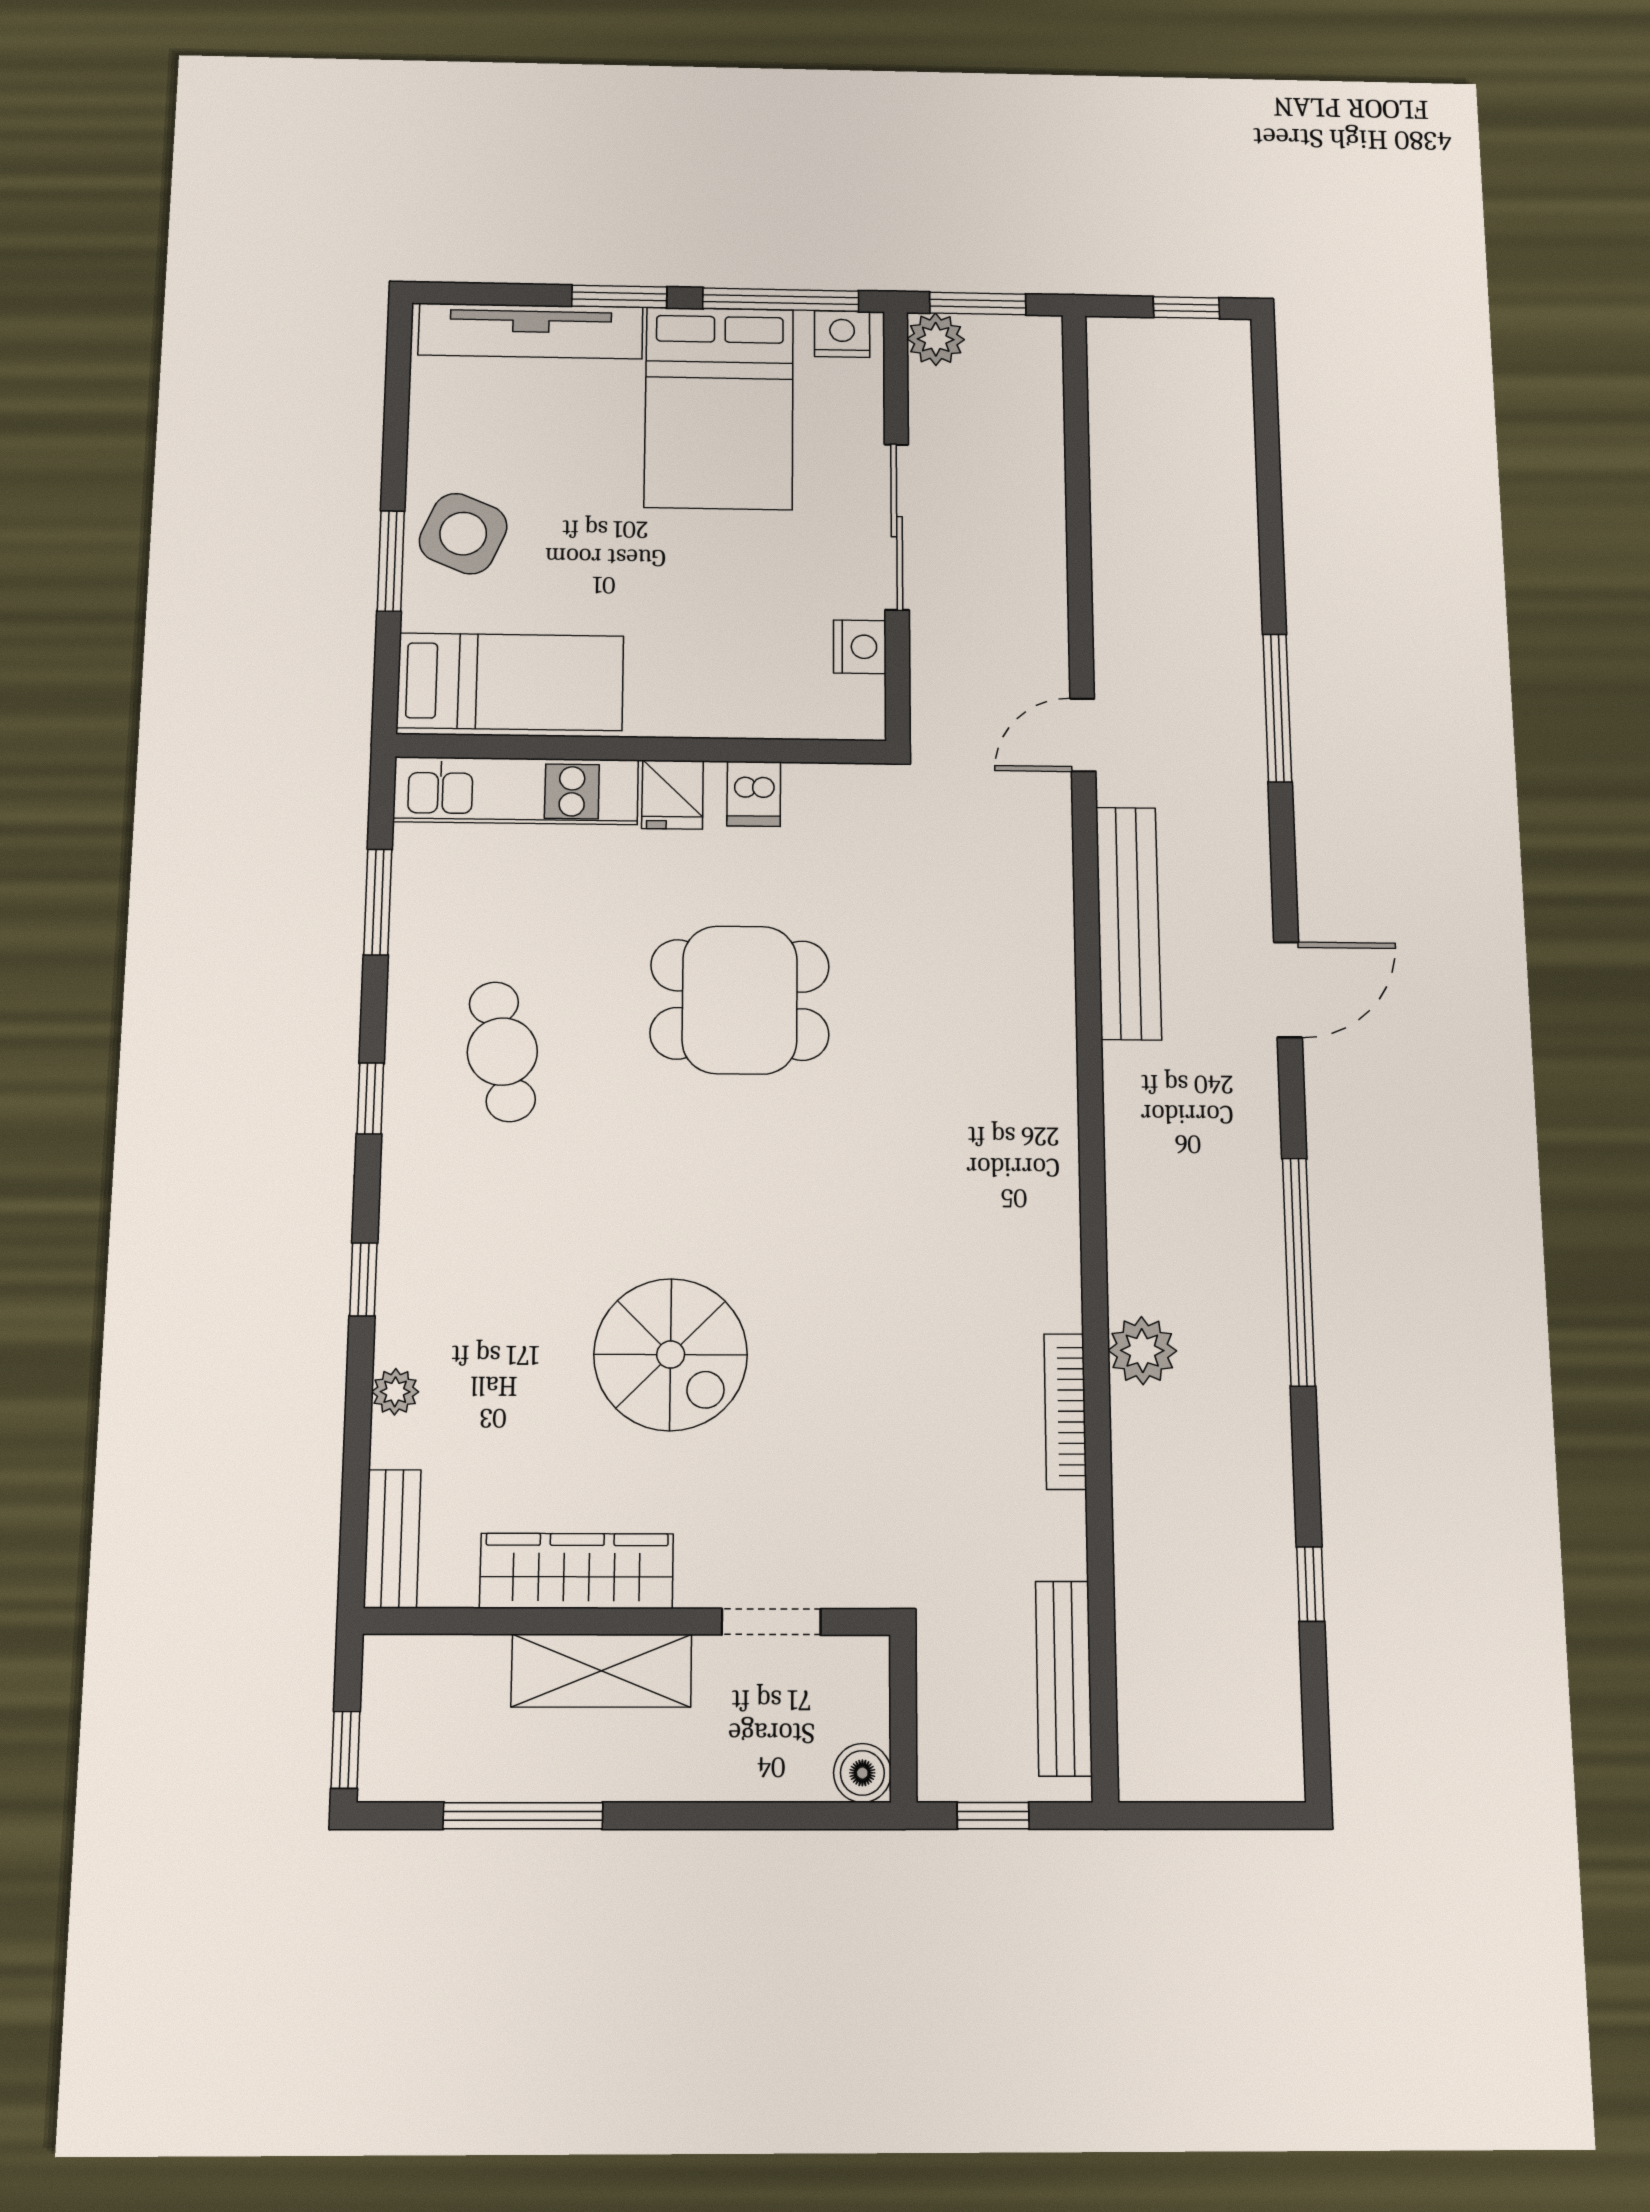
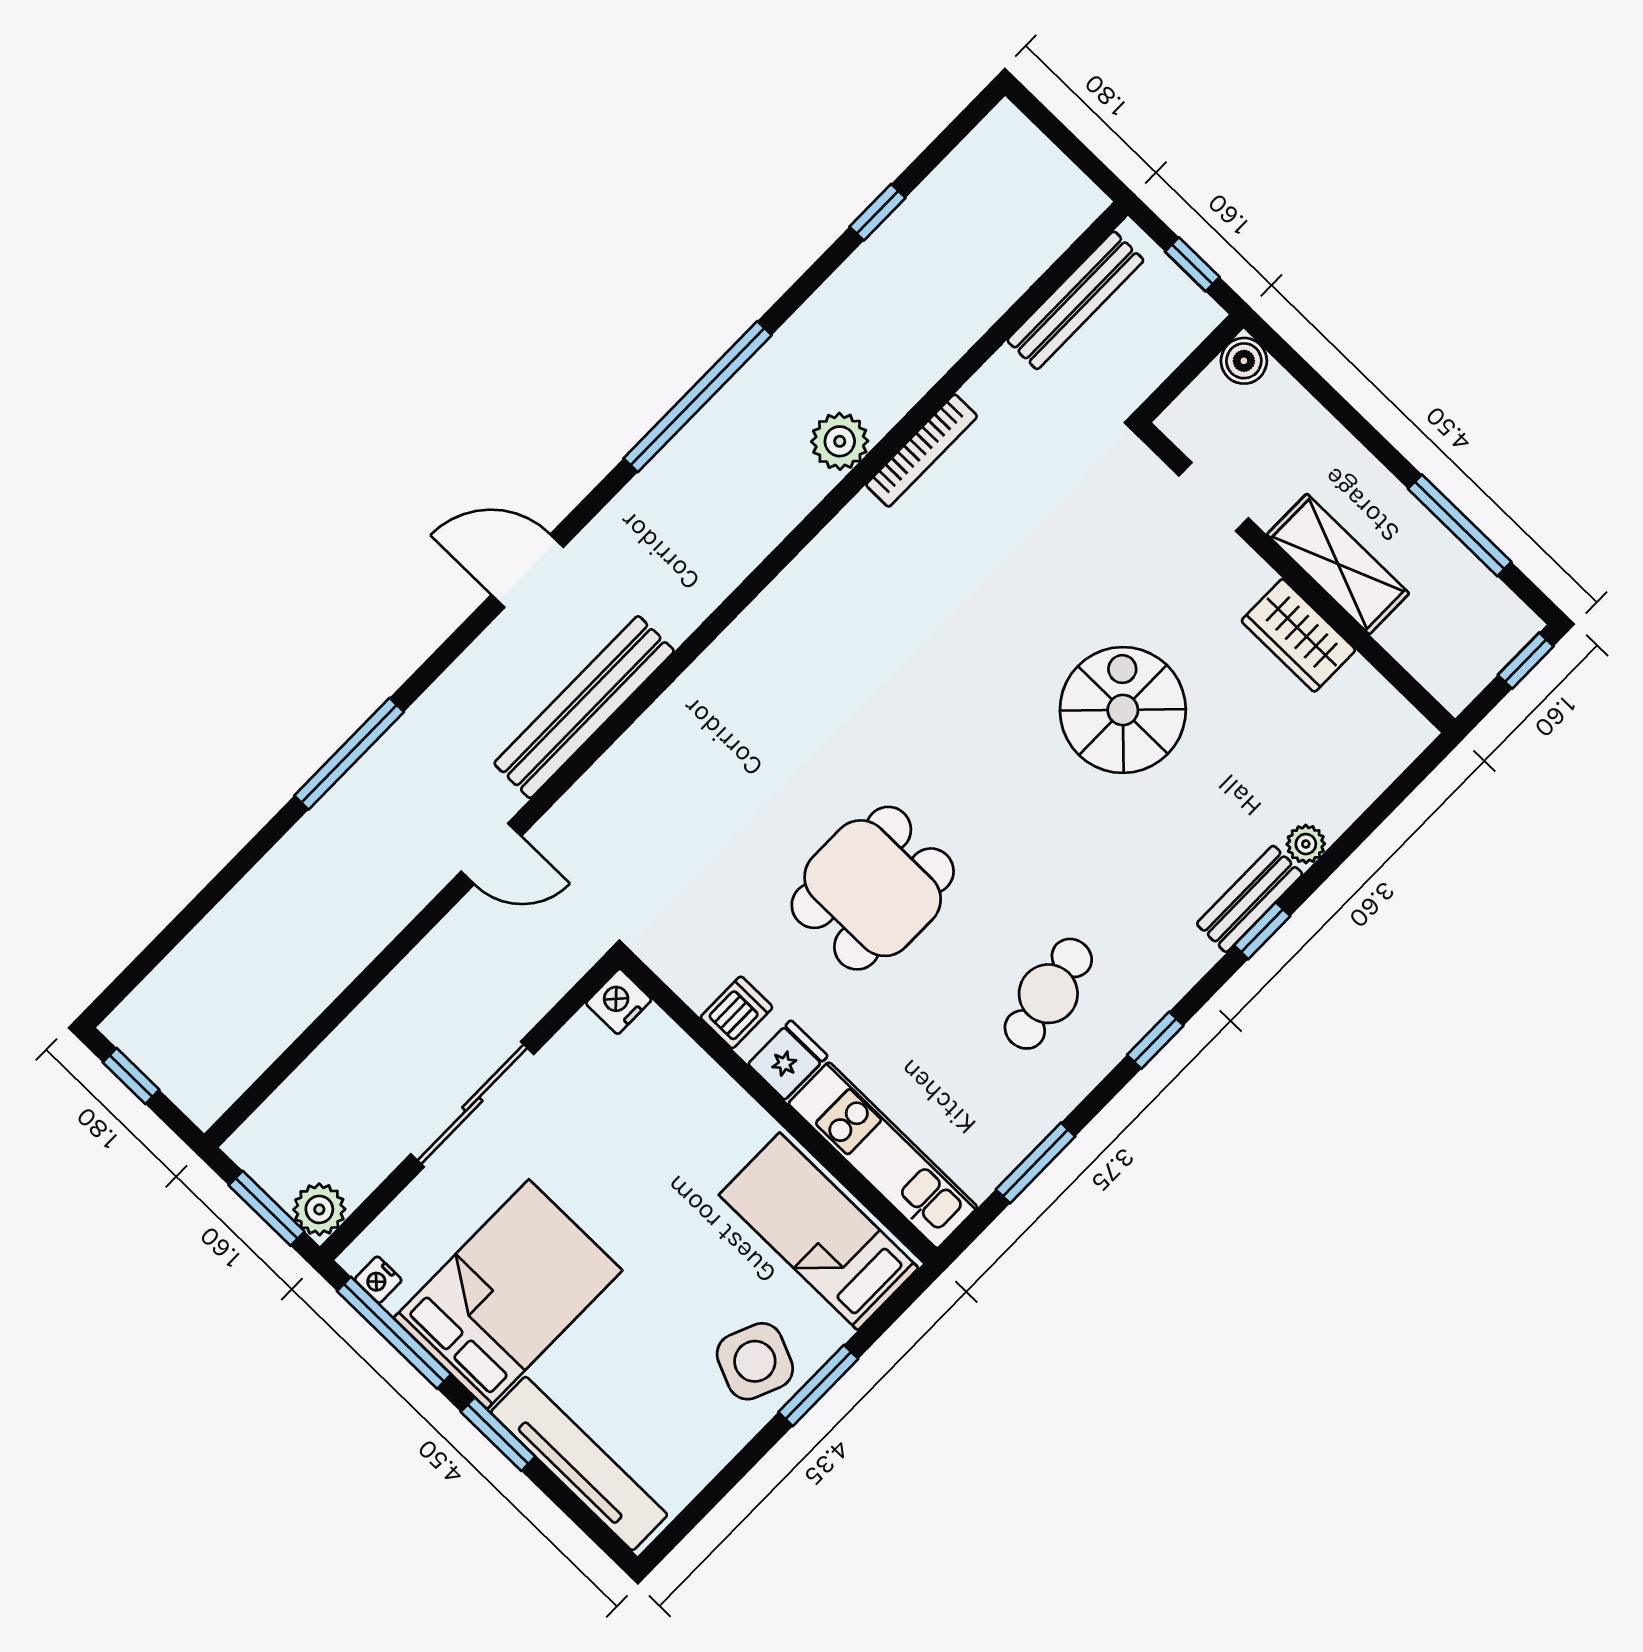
nightstand: (842, 334) -> (378, 1280), width x0.72, depth x0.74
nightstand: (860, 647) -> (619, 1001), moved
dining table: (740, 1000) -> (873, 888), turned 90
bench: (392, 1539) -> (1250, 899), moved
wardrobe: (577, 1571) -> (1298, 635), width x0.67

